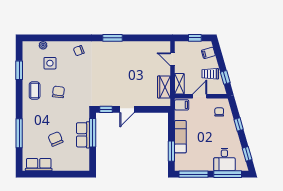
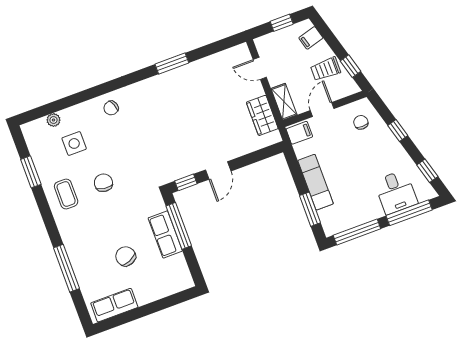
window: (112, 38) -> (172, 63), moved

